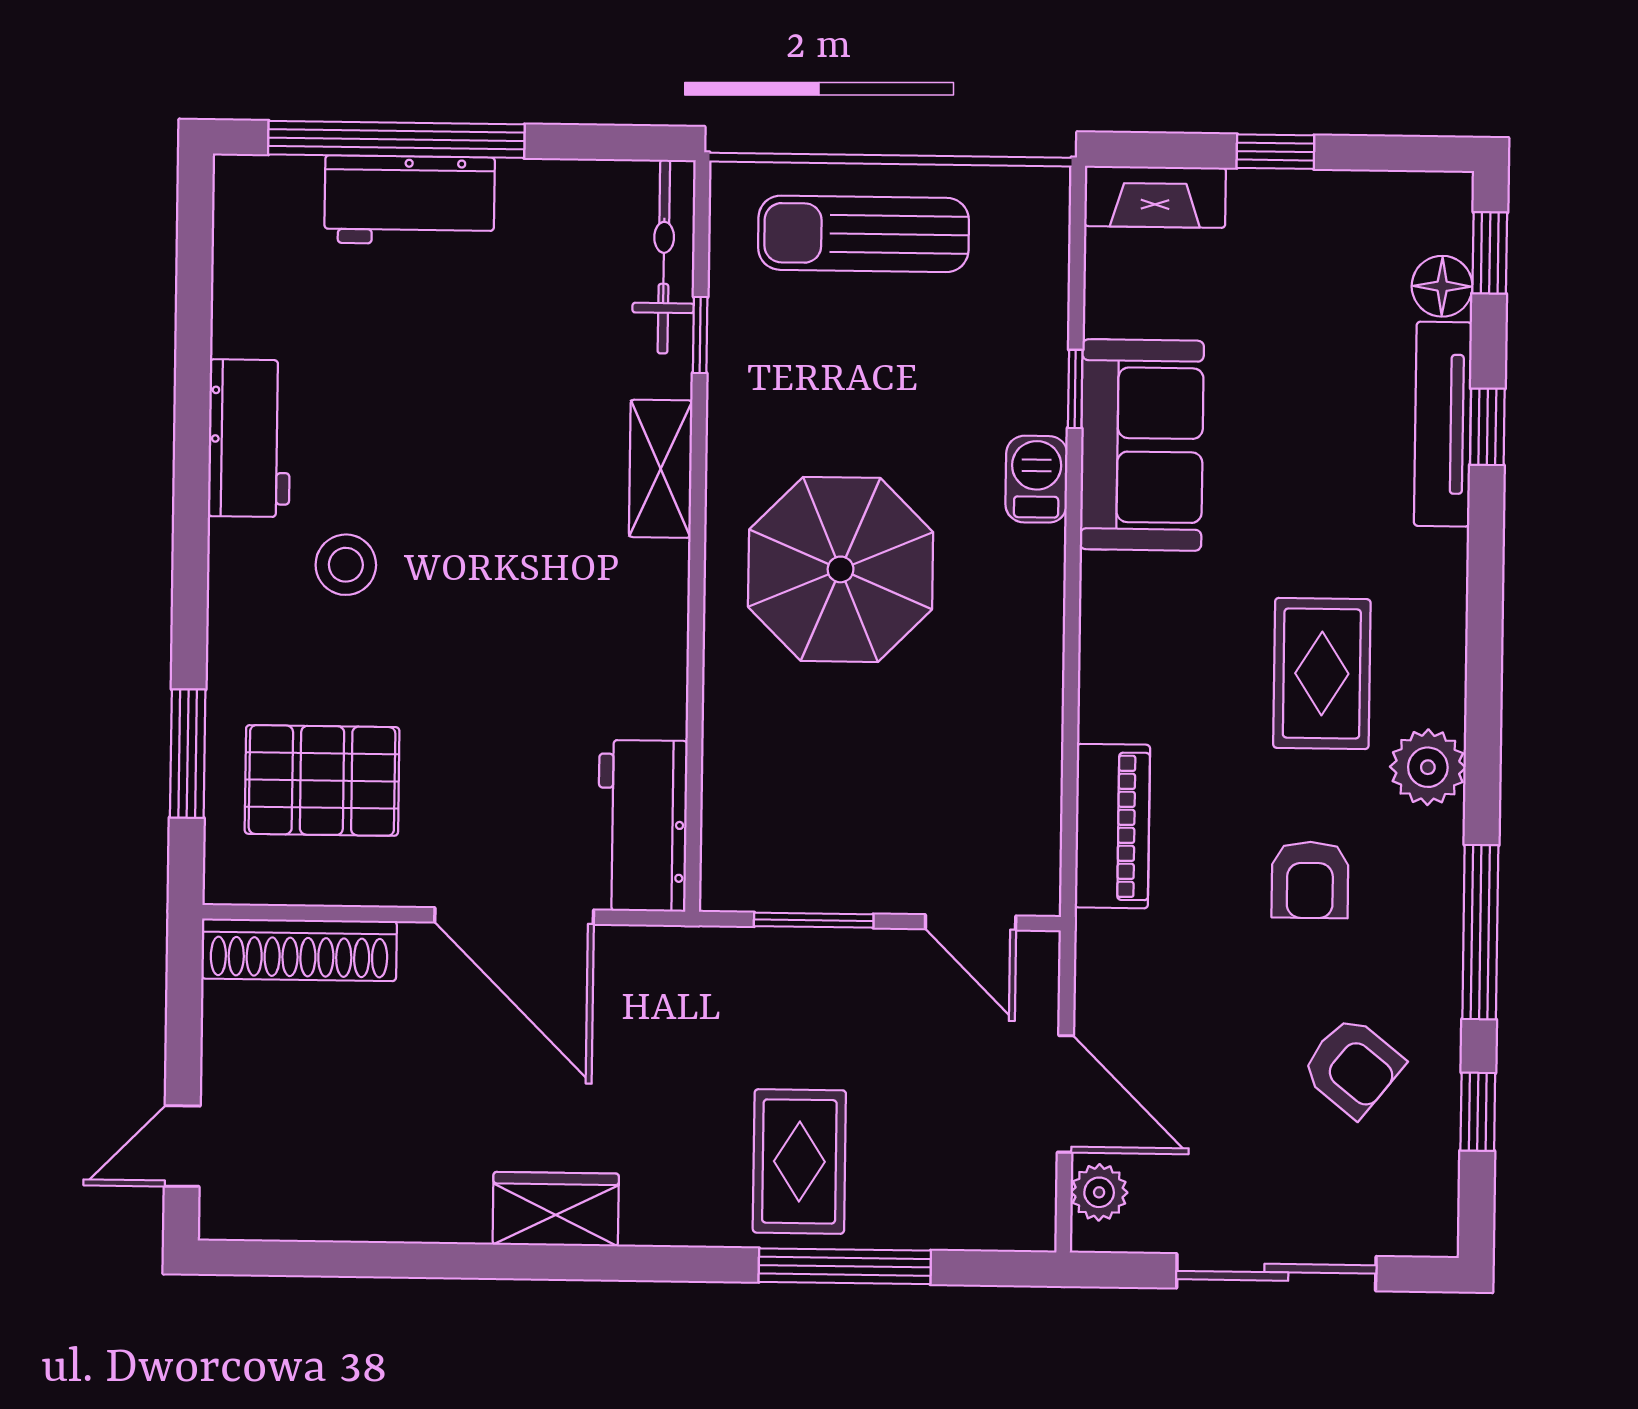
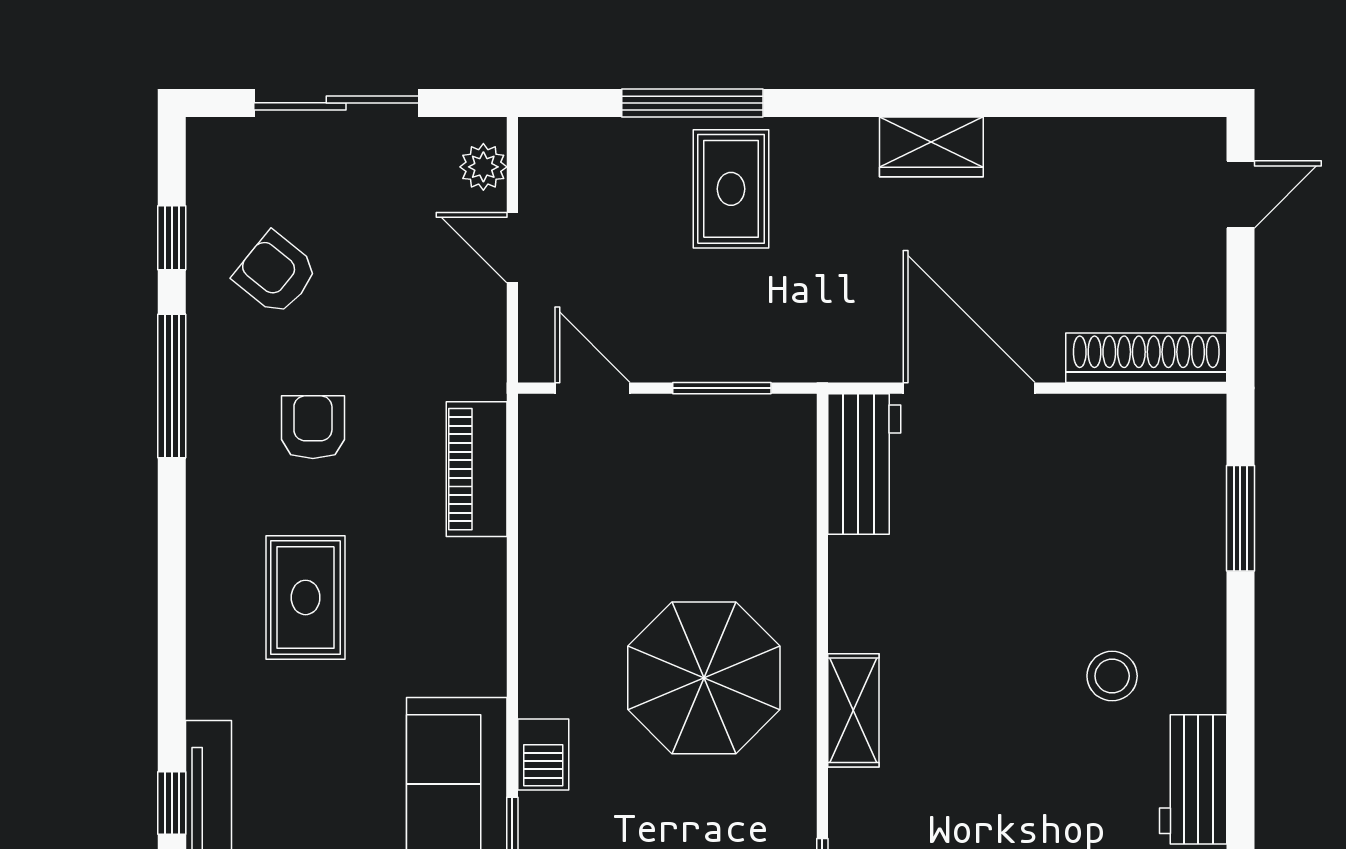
shelving: (661, 469) -> (853, 710), moved
plant: (1428, 767) -> (217, 521), removed
pallet: (322, 780) -> (1129, 498), removed
door: (1065, 1094) -> (512, 248), width x0.73

